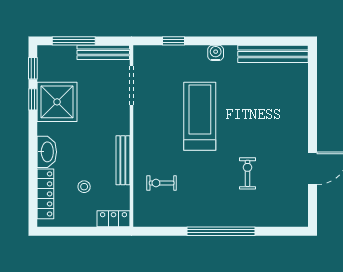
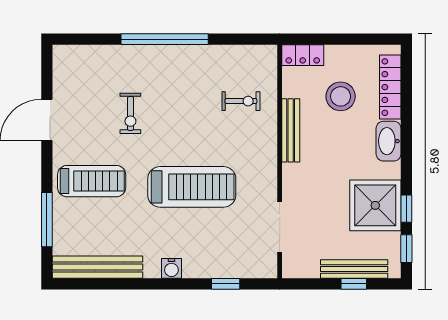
window: (74, 41) -> (354, 284), width x0.46
bench: (103, 52) -> (354, 269), moved
window: (313, 91) -> (47, 220), added
treadmill: (200, 116) -> (192, 187), turned -90
treadmill: (278, 121) -> (92, 181), added
stool: (84, 187) -> (341, 96), width x1.89, depth x1.89

